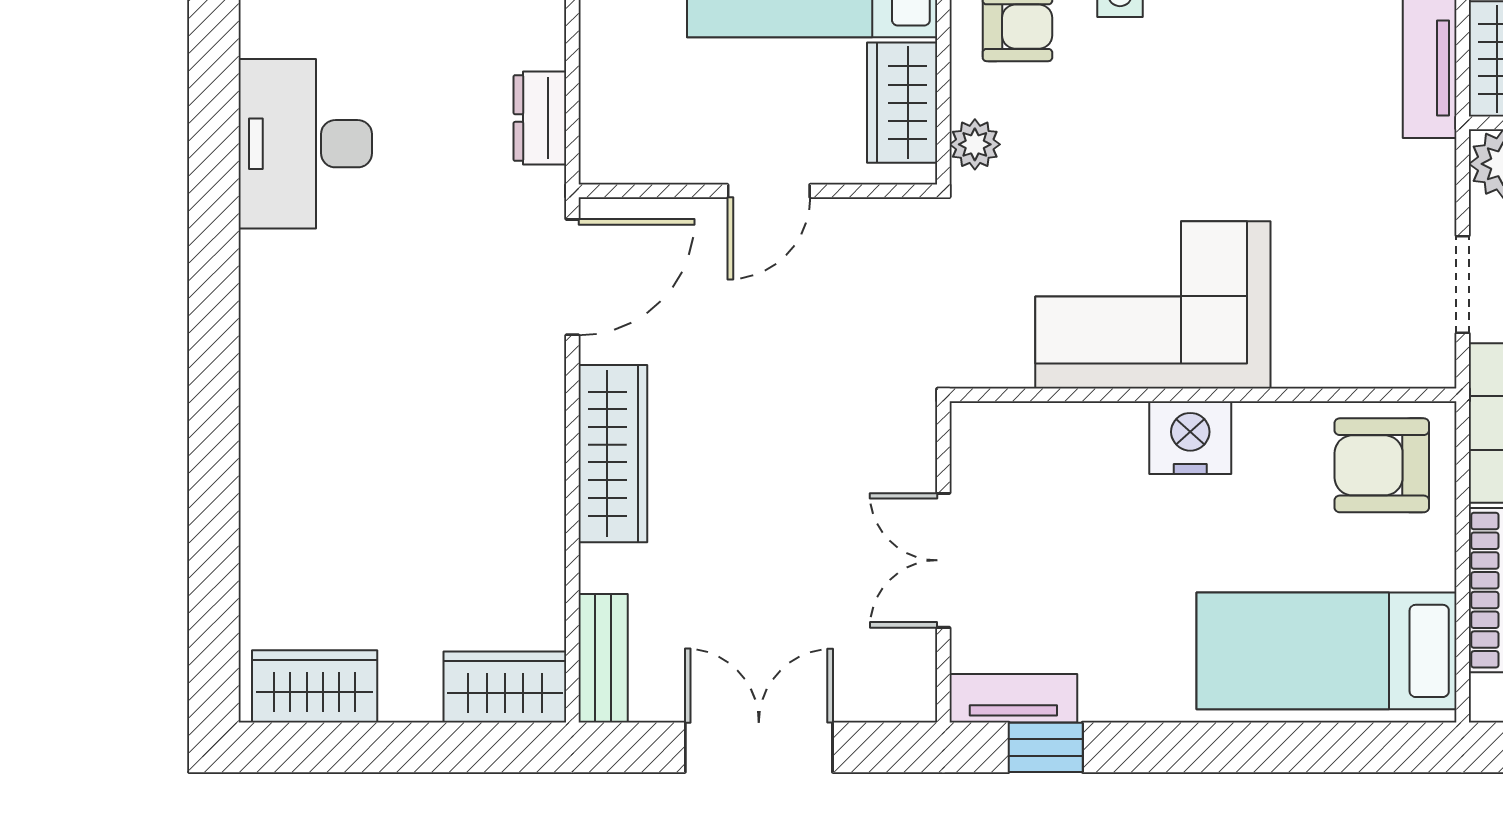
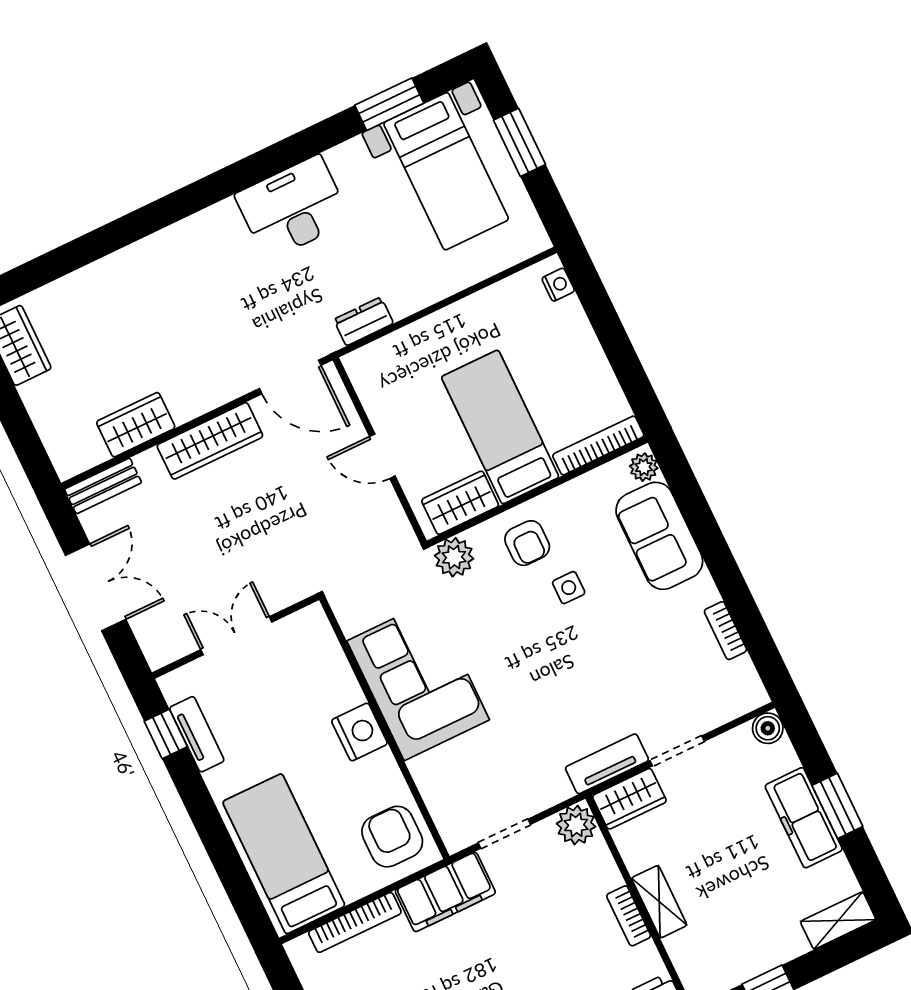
plant: (975, 144) -> (454, 557), width x1.38, depth x1.38
wardrobe: (505, 687) -> (136, 425), moved, turned -90
tv unit: (1013, 698) -> (197, 734), moved

